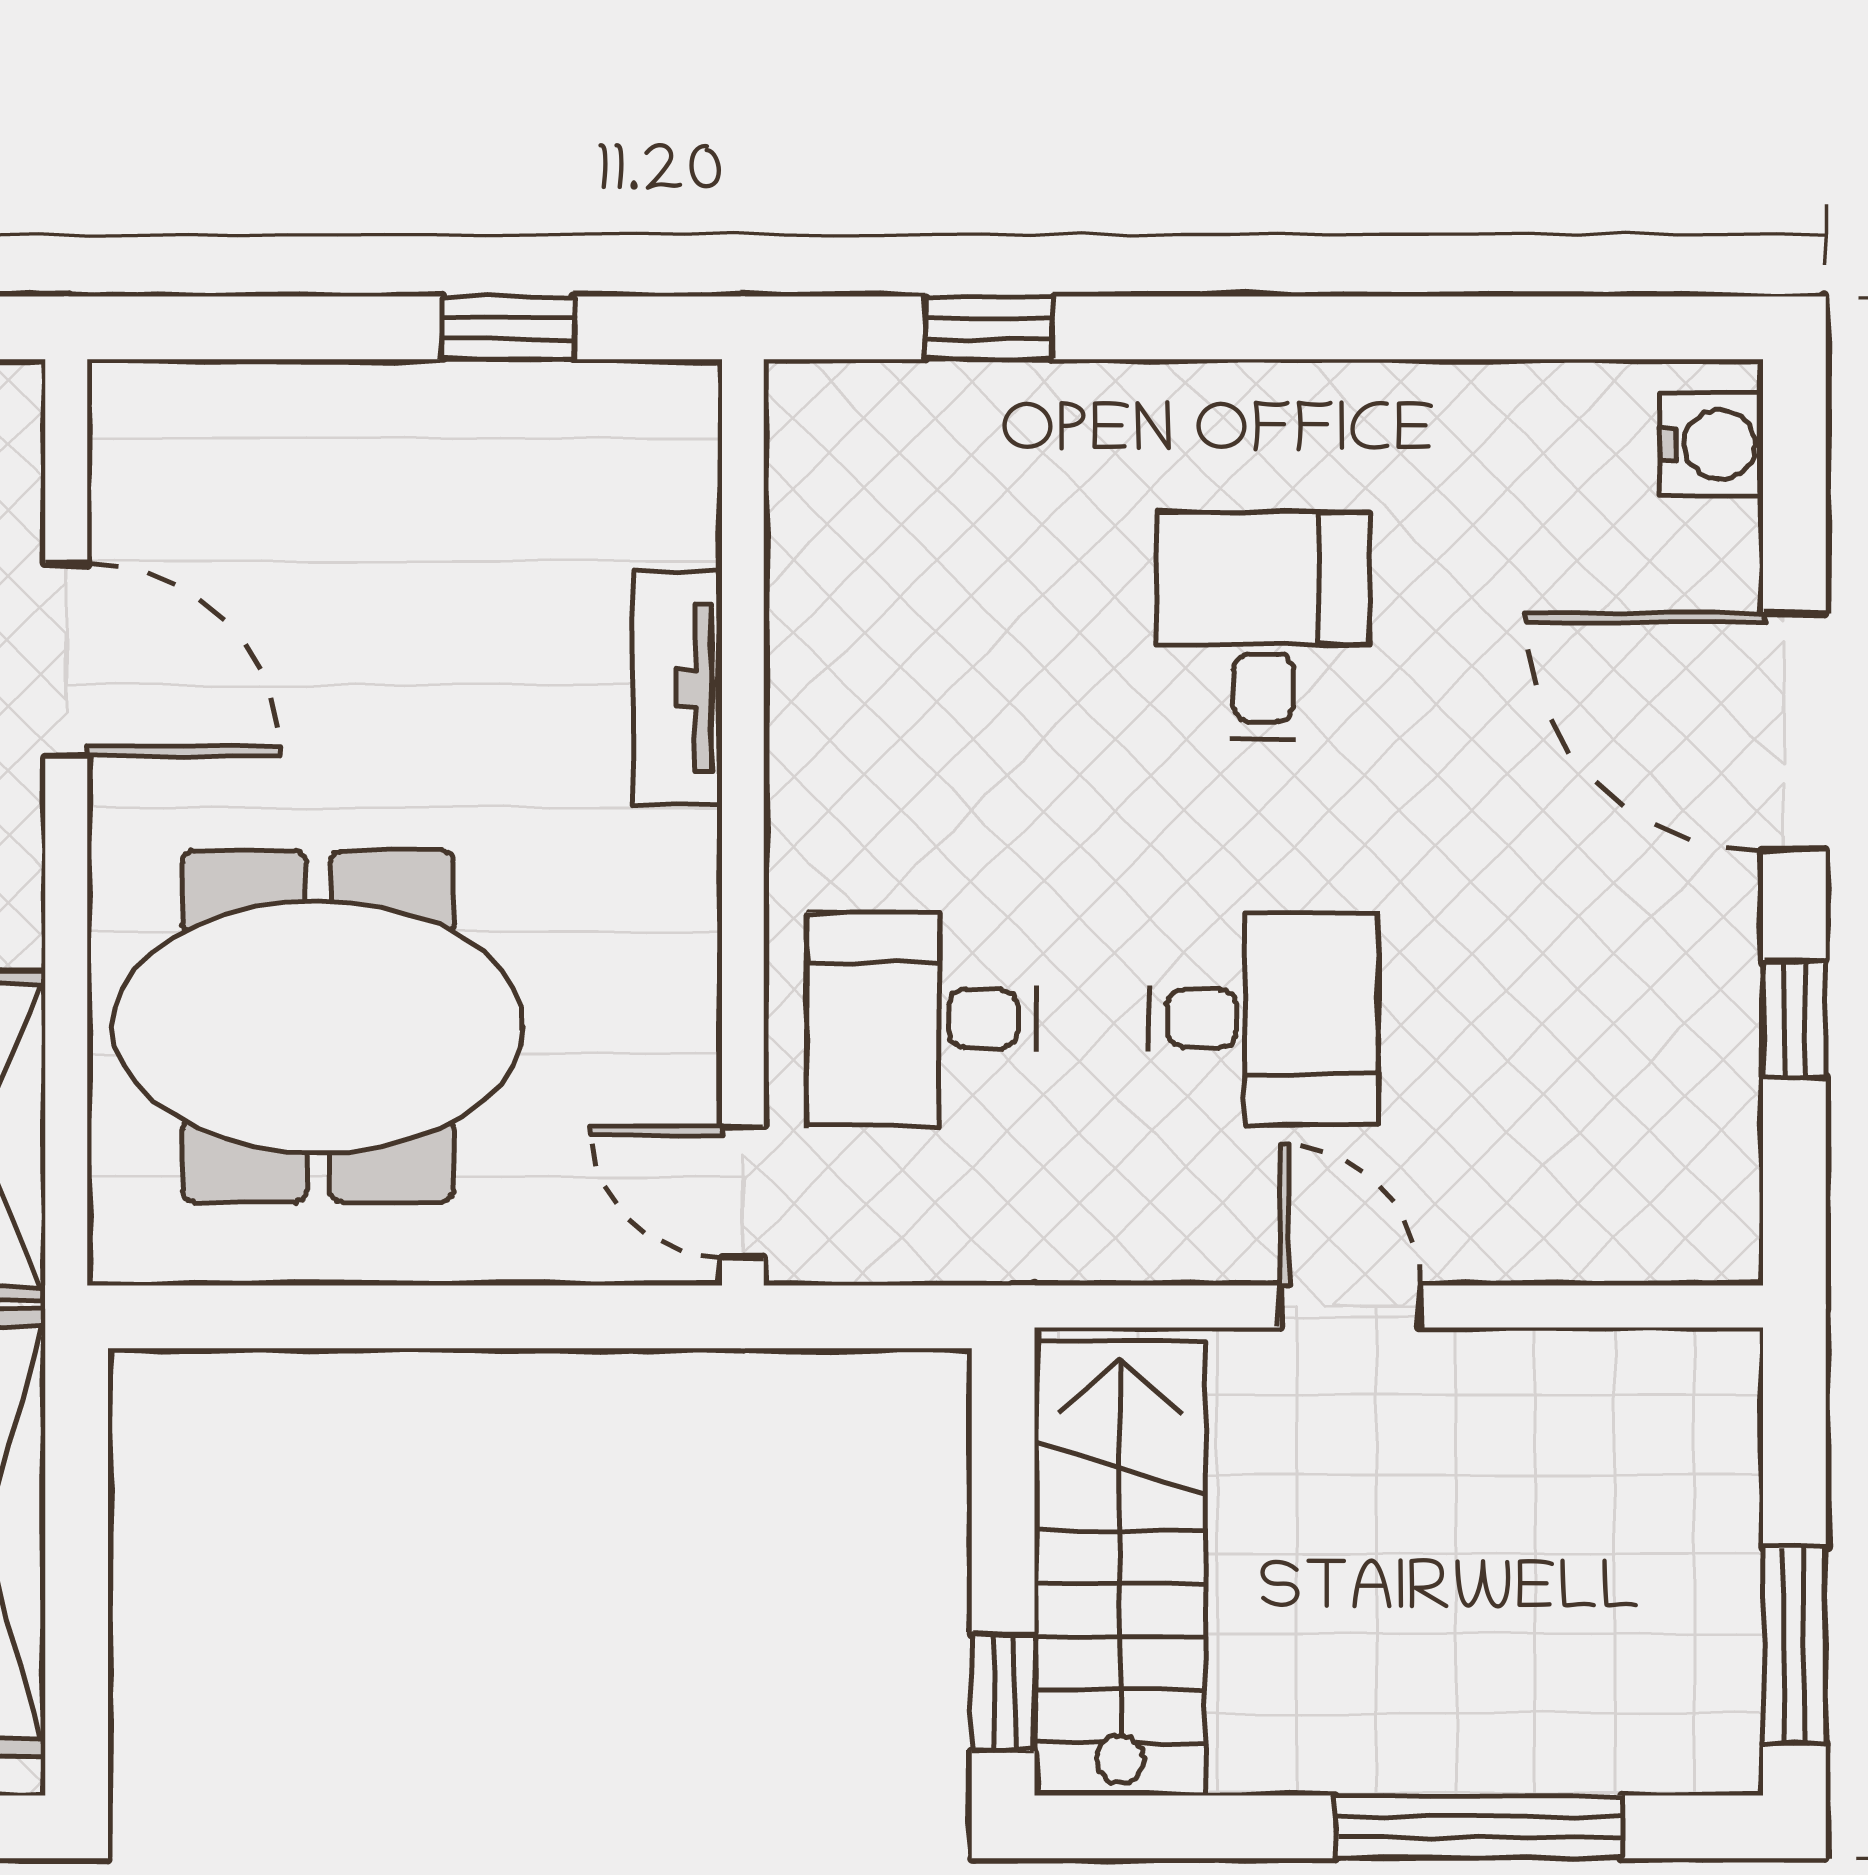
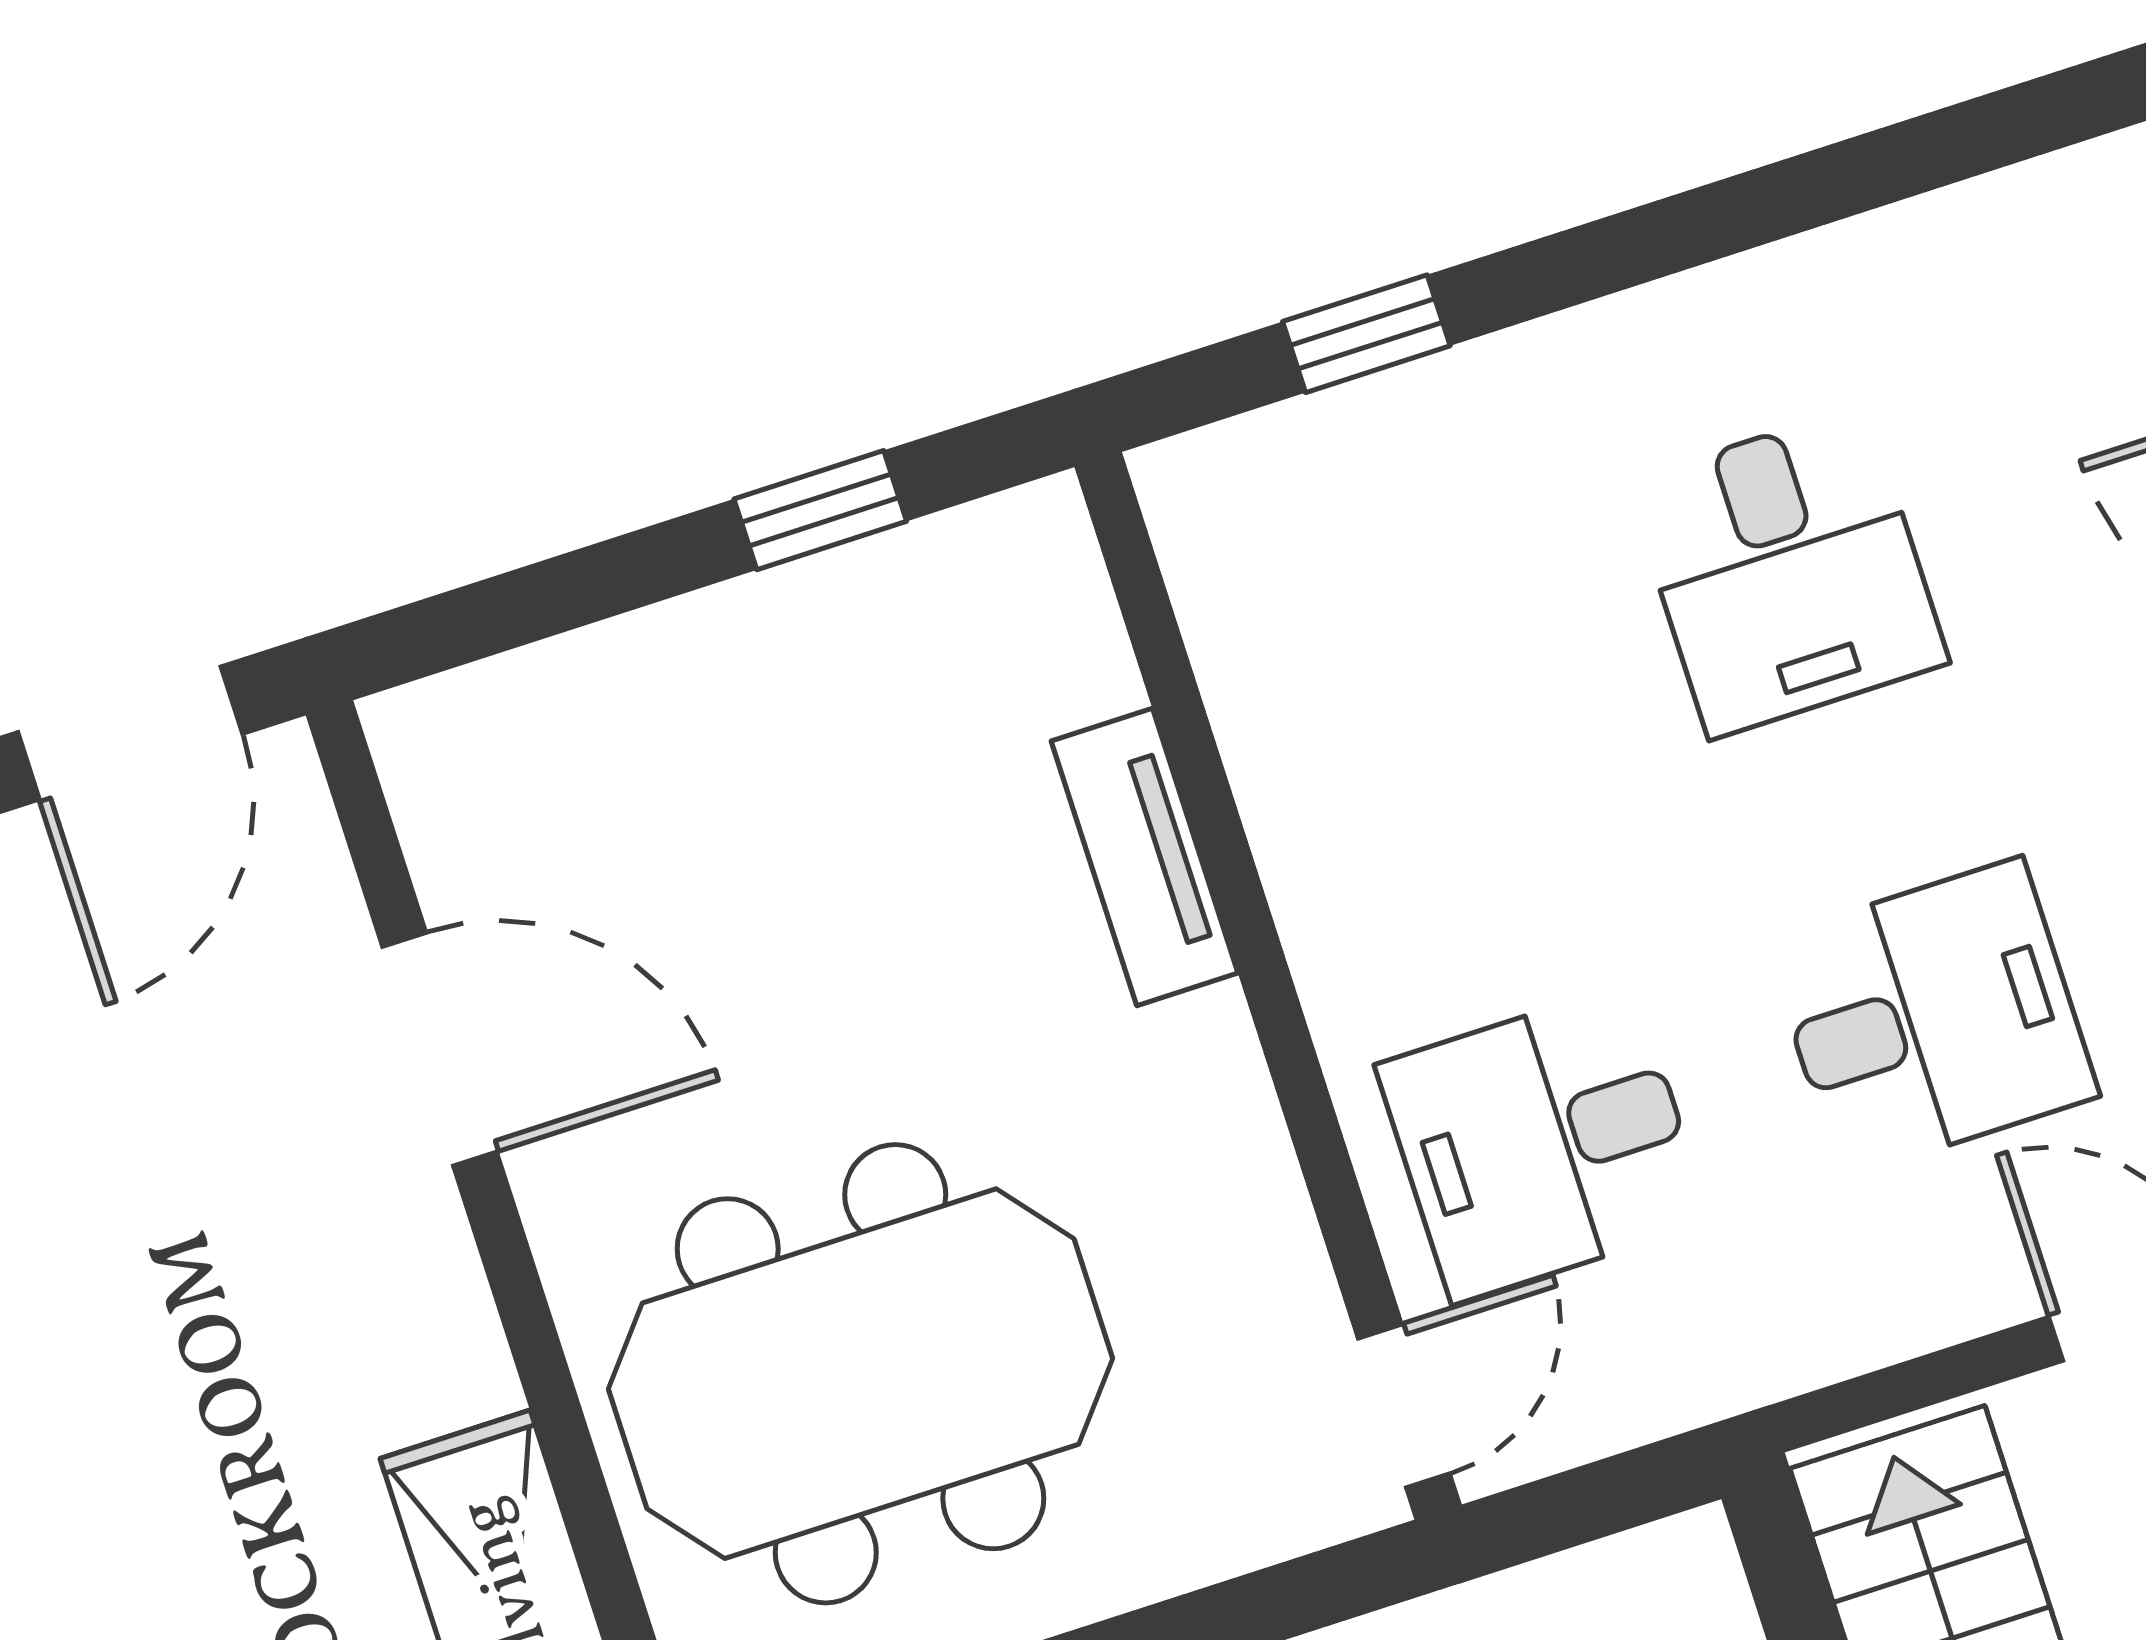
desk: (1263, 626) -> (1788, 572), turned 180
door: (743, 1192) -> (1404, 1406), swing flipped

